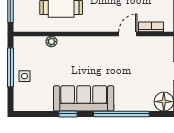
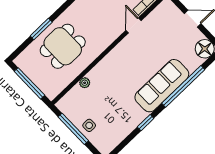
sofa: (84, 98) -> (162, 86), moved

